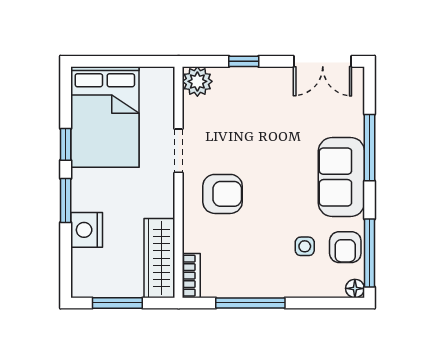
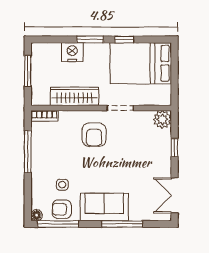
wardrobe: (159, 258) -> (74, 96), moved

